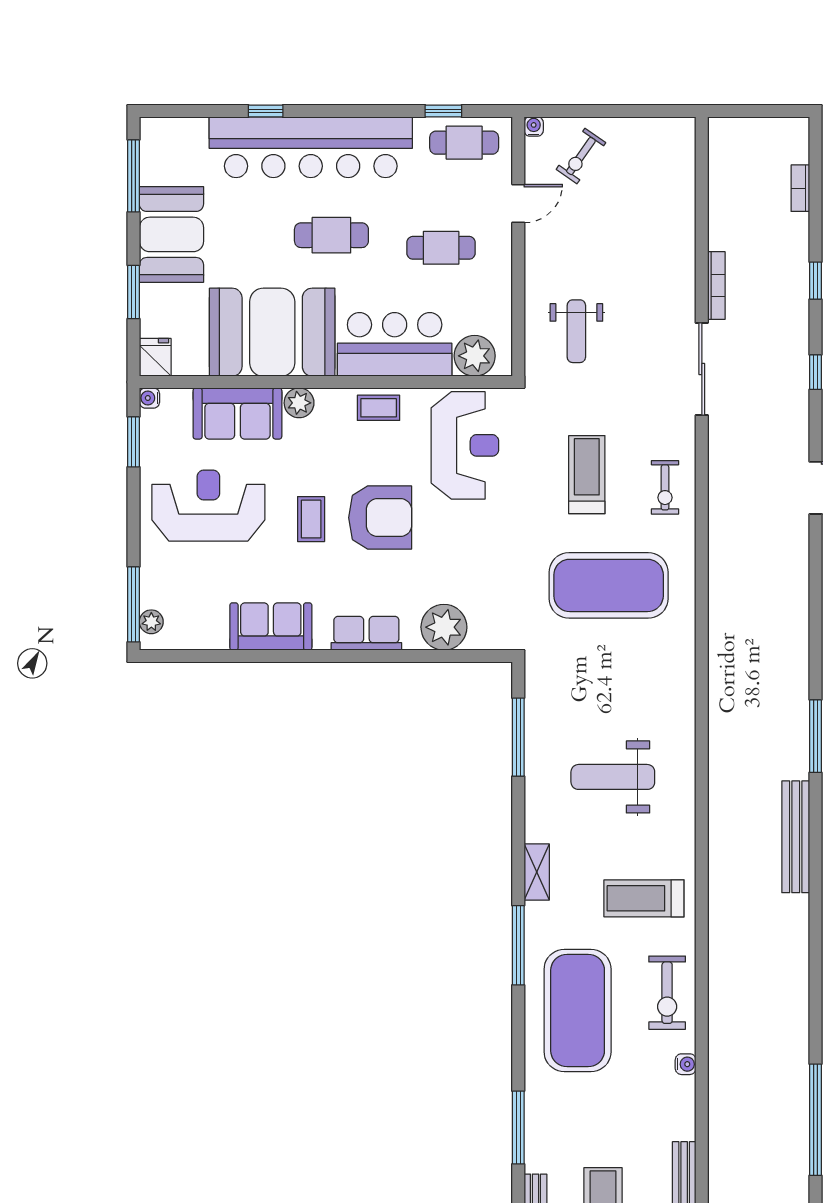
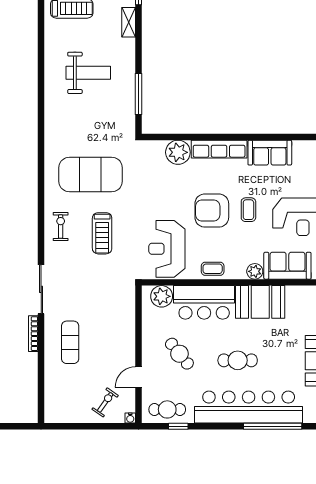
window: (266, 111) -> (273, 426), width x3.17
cafe table: (441, 248) -> (179, 354), turned 51
exercise mat: (647, 269) -> (70, 342), added
weight bench: (576, 331) -> (108, 309), removed
booth: (272, 332) -> (260, 302), width x0.73, depth x0.70
row of seats: (366, 633) -> (219, 149), width x1.48

